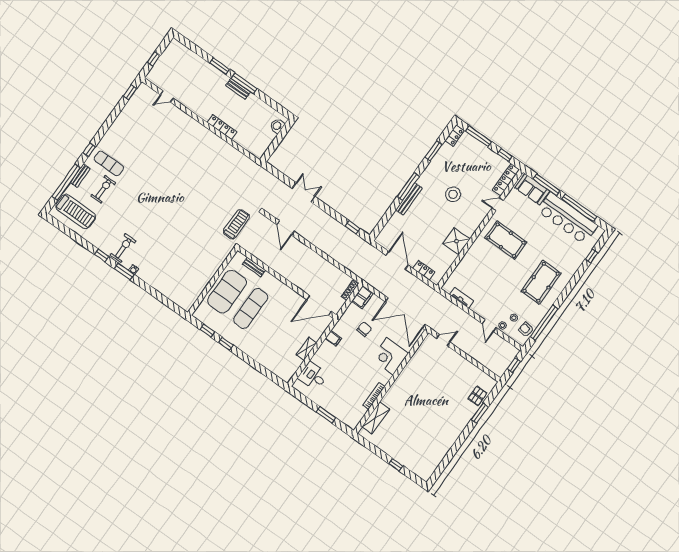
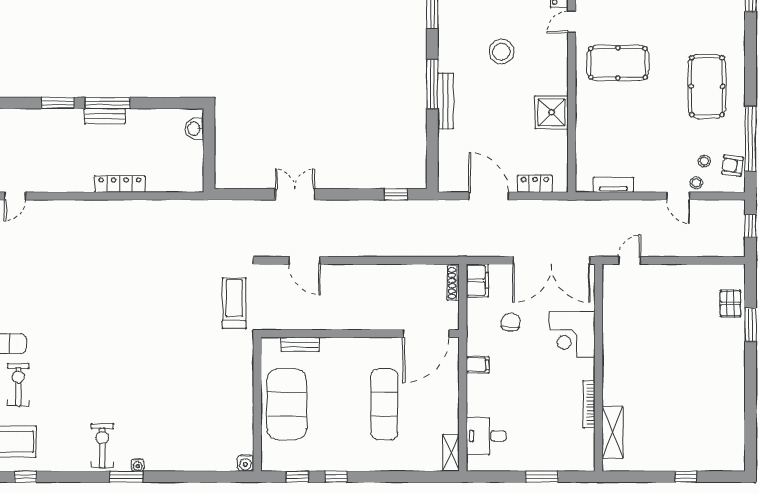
window: (102, 255) -> (26, 477), moved
water cooler: (187, 306) -> (245, 463), added
exercise mat: (251, 308) -> (384, 404), moved
shelving: (306, 349) -> (451, 453), moved

